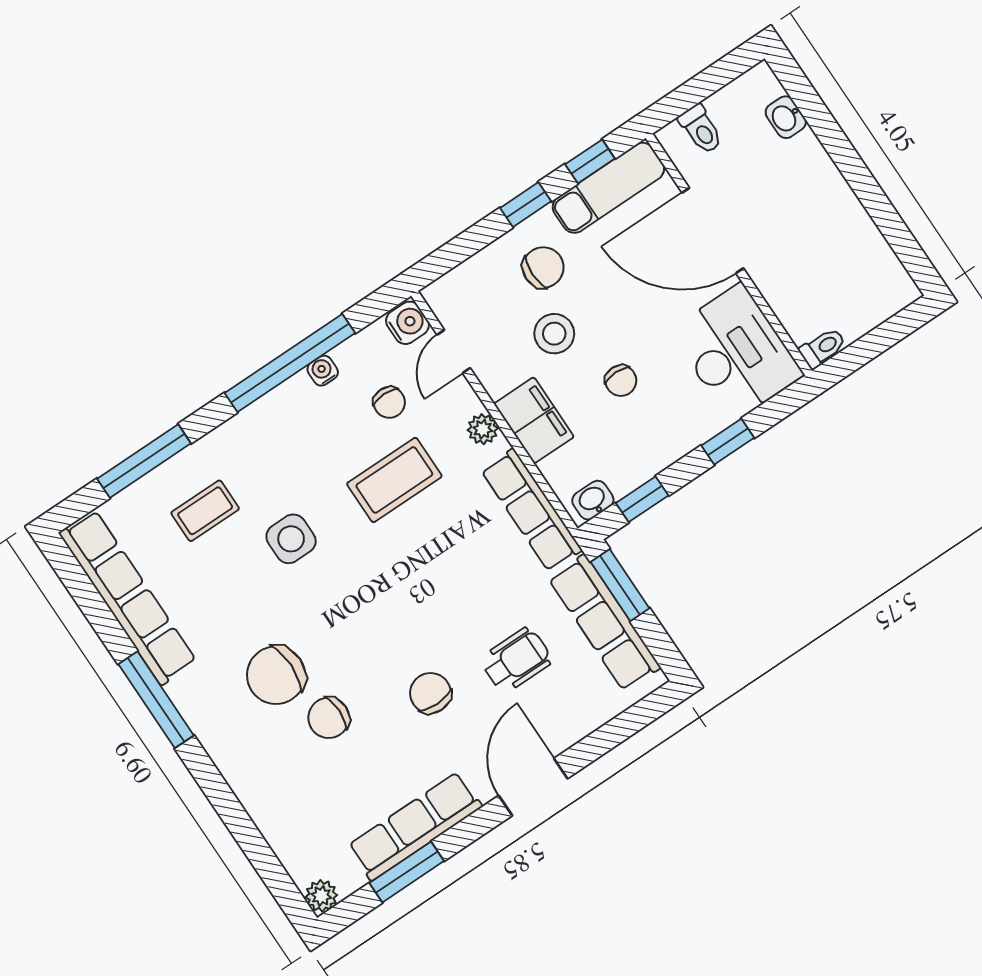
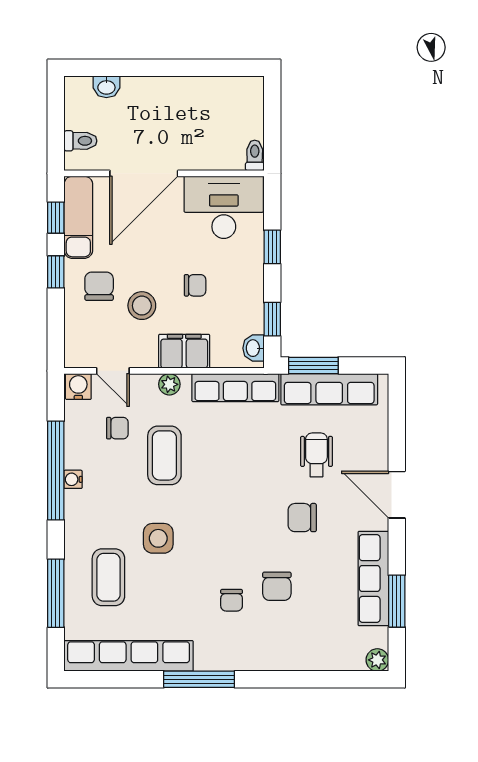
water cooler: (323, 371) -> (73, 479), moved
coffee table: (205, 511) -> (108, 577), width x1.36, depth x1.30
chair: (276, 675) -> (232, 600), width x0.54, depth x0.54

